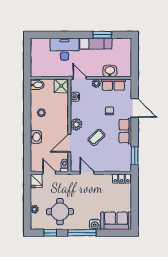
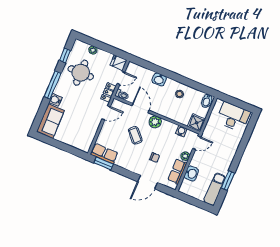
exam couch: (96, 44) -> (215, 189), moved
desk: (64, 49) -> (233, 117), moved, turned -90
row of seats: (125, 131) -> (104, 154), moved
locker: (122, 179) -> (108, 93), moved

